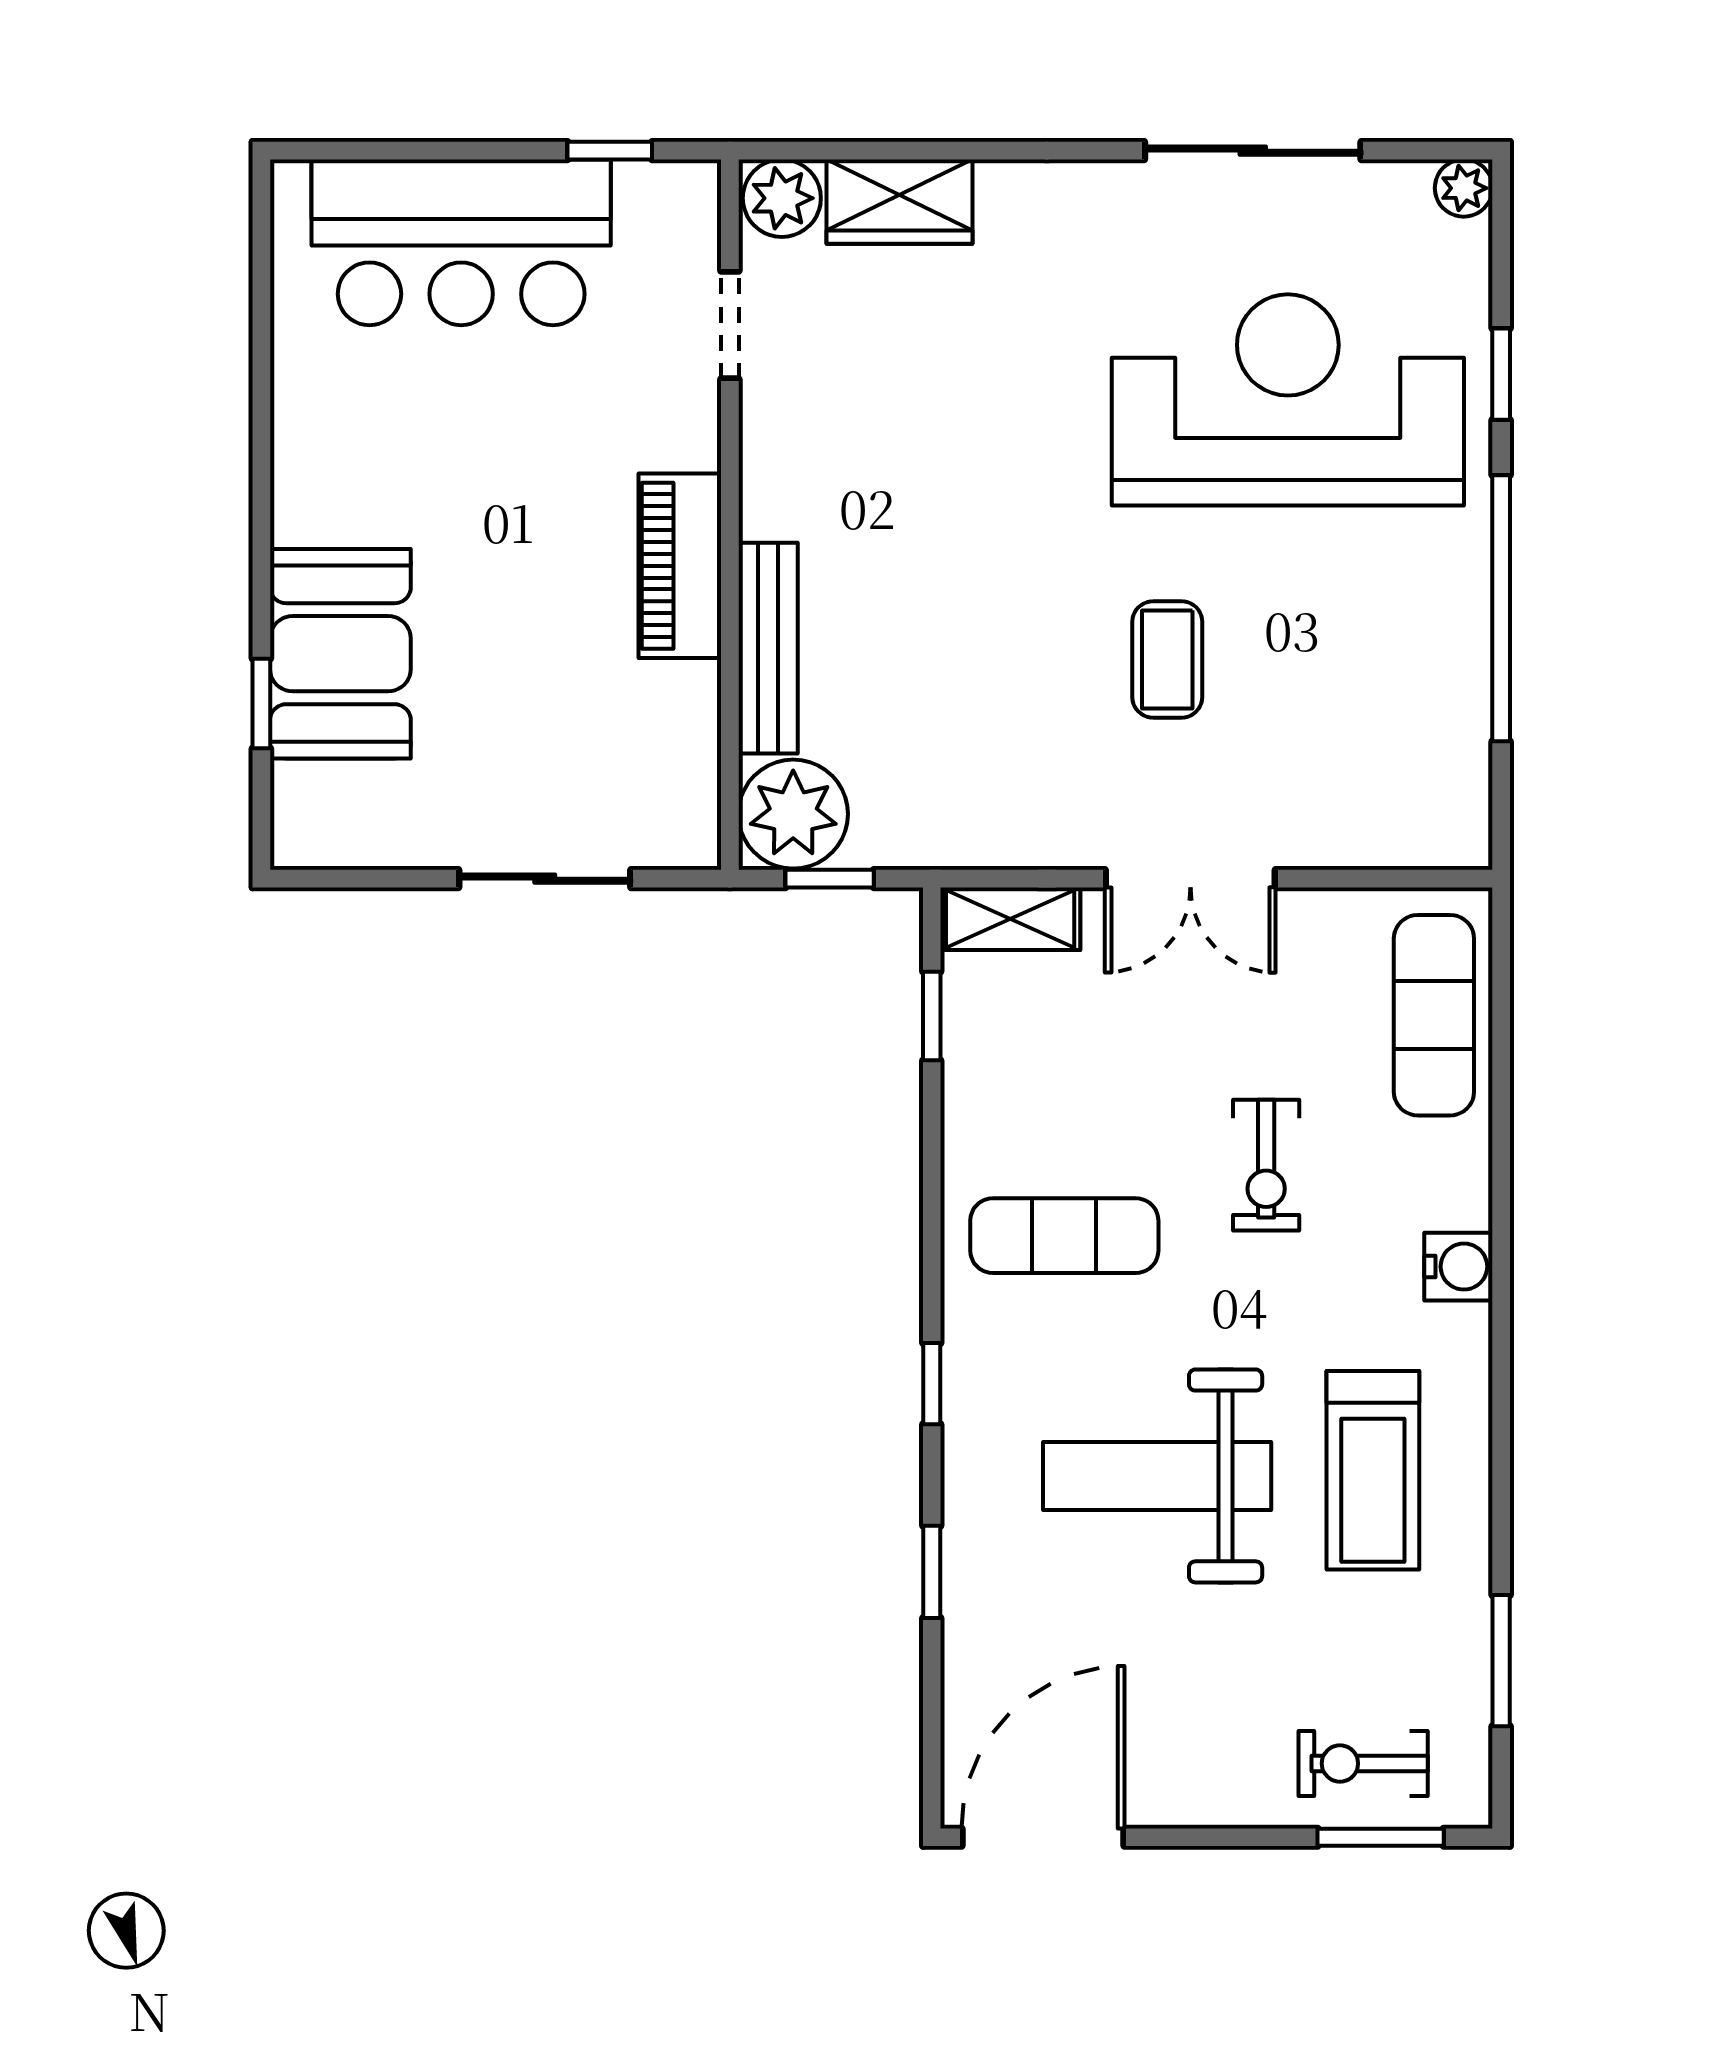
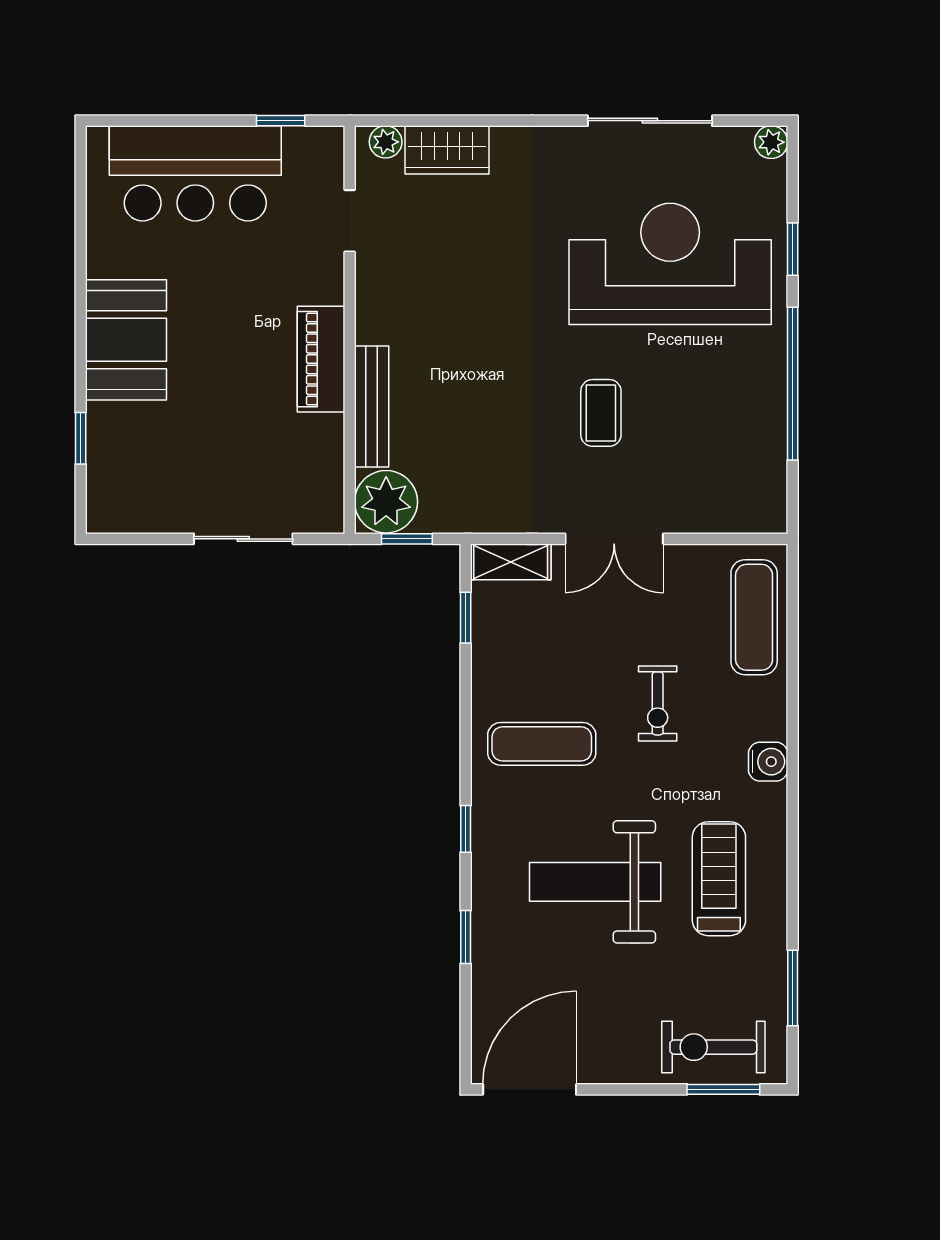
plant: (782, 198) -> (386, 142), width x0.73, depth x0.73
booth: (340, 654) -> (126, 340), moved
treadmill: (1373, 1470) -> (719, 879), turned 180
exercise bike: (1363, 1763) -> (713, 1047), width x1.38, depth x1.39

